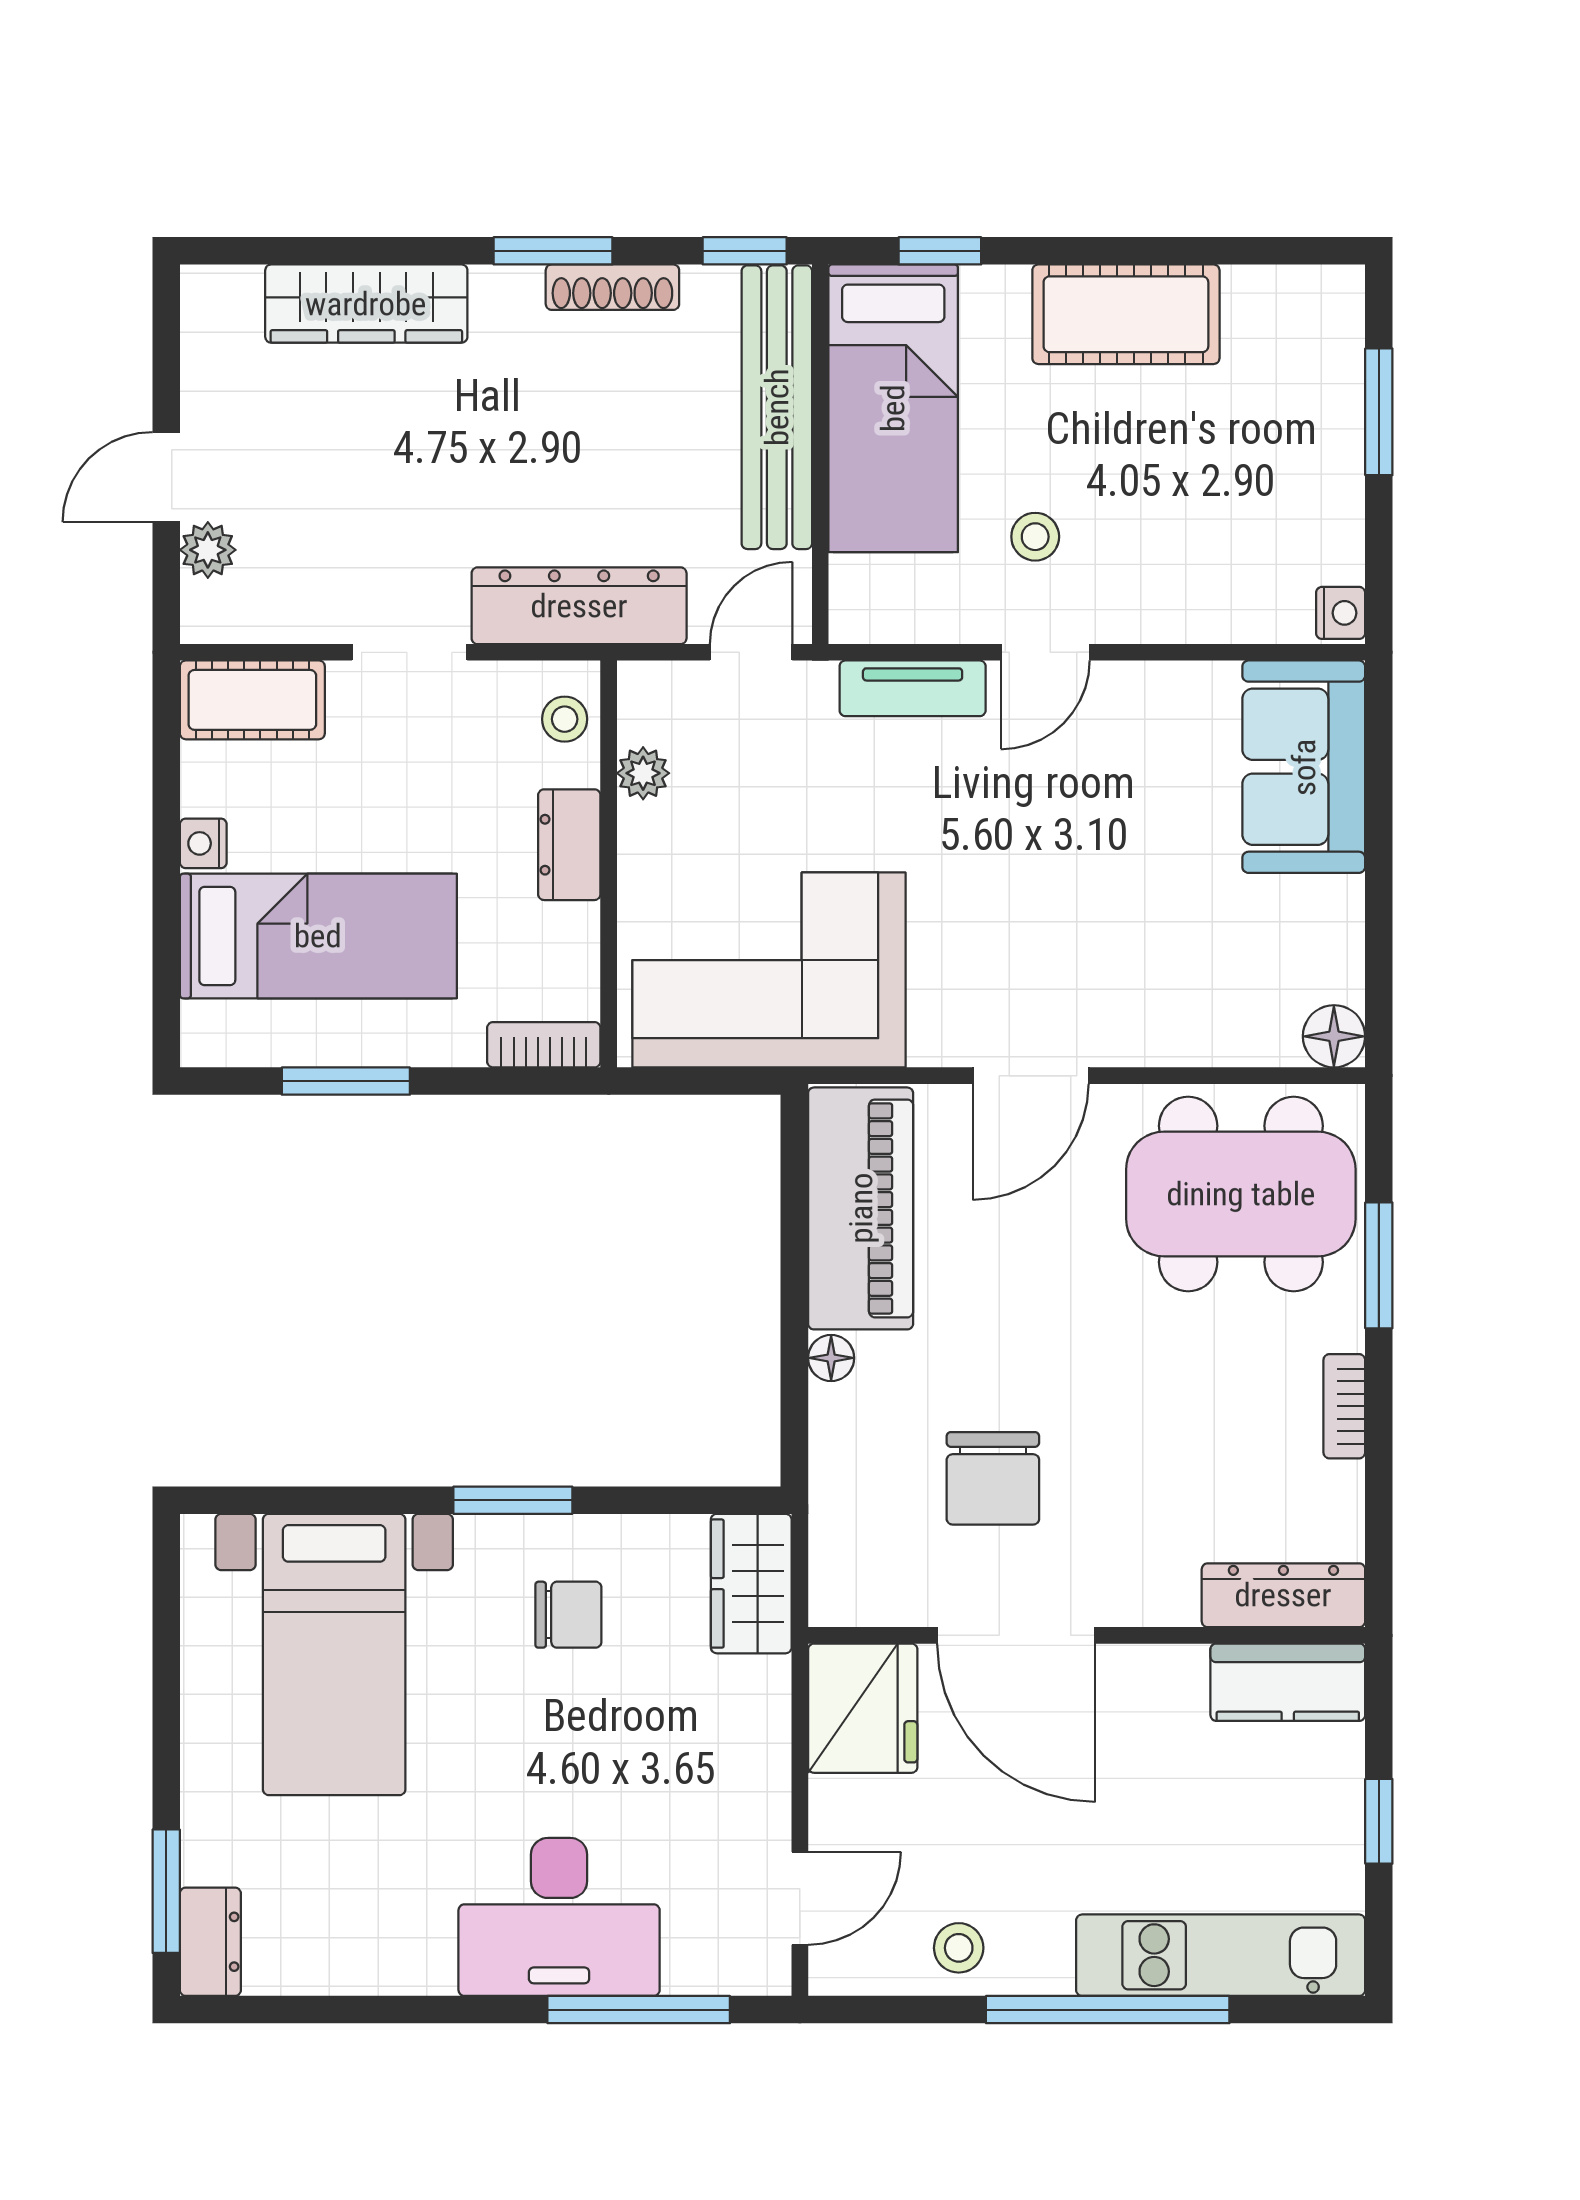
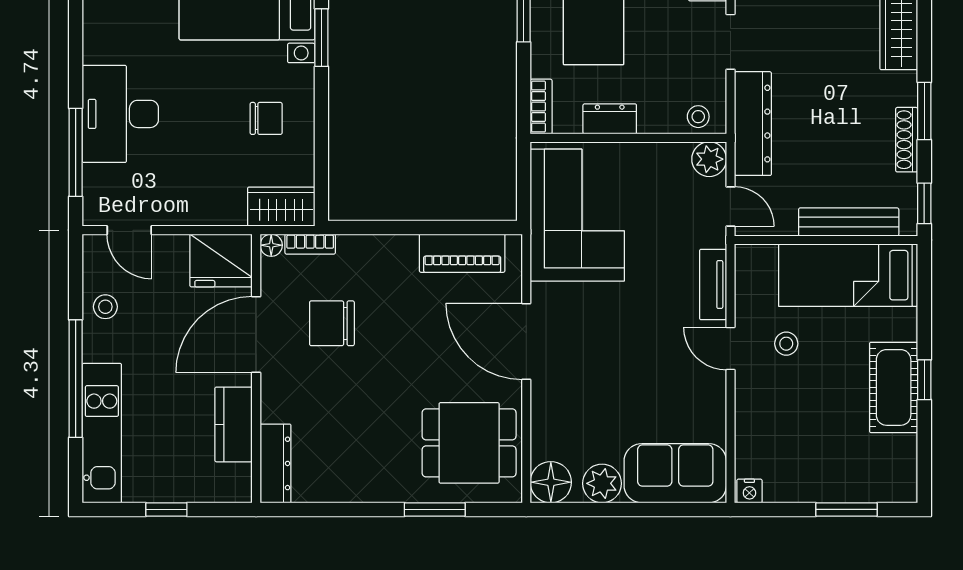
window: (940, 251) -> (924, 380), moved
bench: (777, 407) -> (849, 222), width x0.73, depth x0.82
plant: (643, 773) -> (709, 159), moved, width x1.38, depth x1.38
dresser: (569, 845) -> (610, 119), moved
plant: (1325, 919) -> (602, 483), added
floor lamp: (1334, 1036) -> (551, 482), width x1.38, depth x1.38
door: (1031, 1076) -> (526, 341), width x1.36
dining table: (1241, 1194) -> (469, 443), width x0.73
piano: (861, 1208) -> (462, 253), width x0.73, depth x0.75
floor lamp: (831, 1358) -> (271, 245), moved
bookcase: (1344, 1406) -> (310, 244), moved, turned 180
window: (513, 1500) -> (321, 38), moved
chair: (568, 1615) -> (266, 118), turned -90
kitchen counter: (1288, 1682) -> (234, 424), moved

